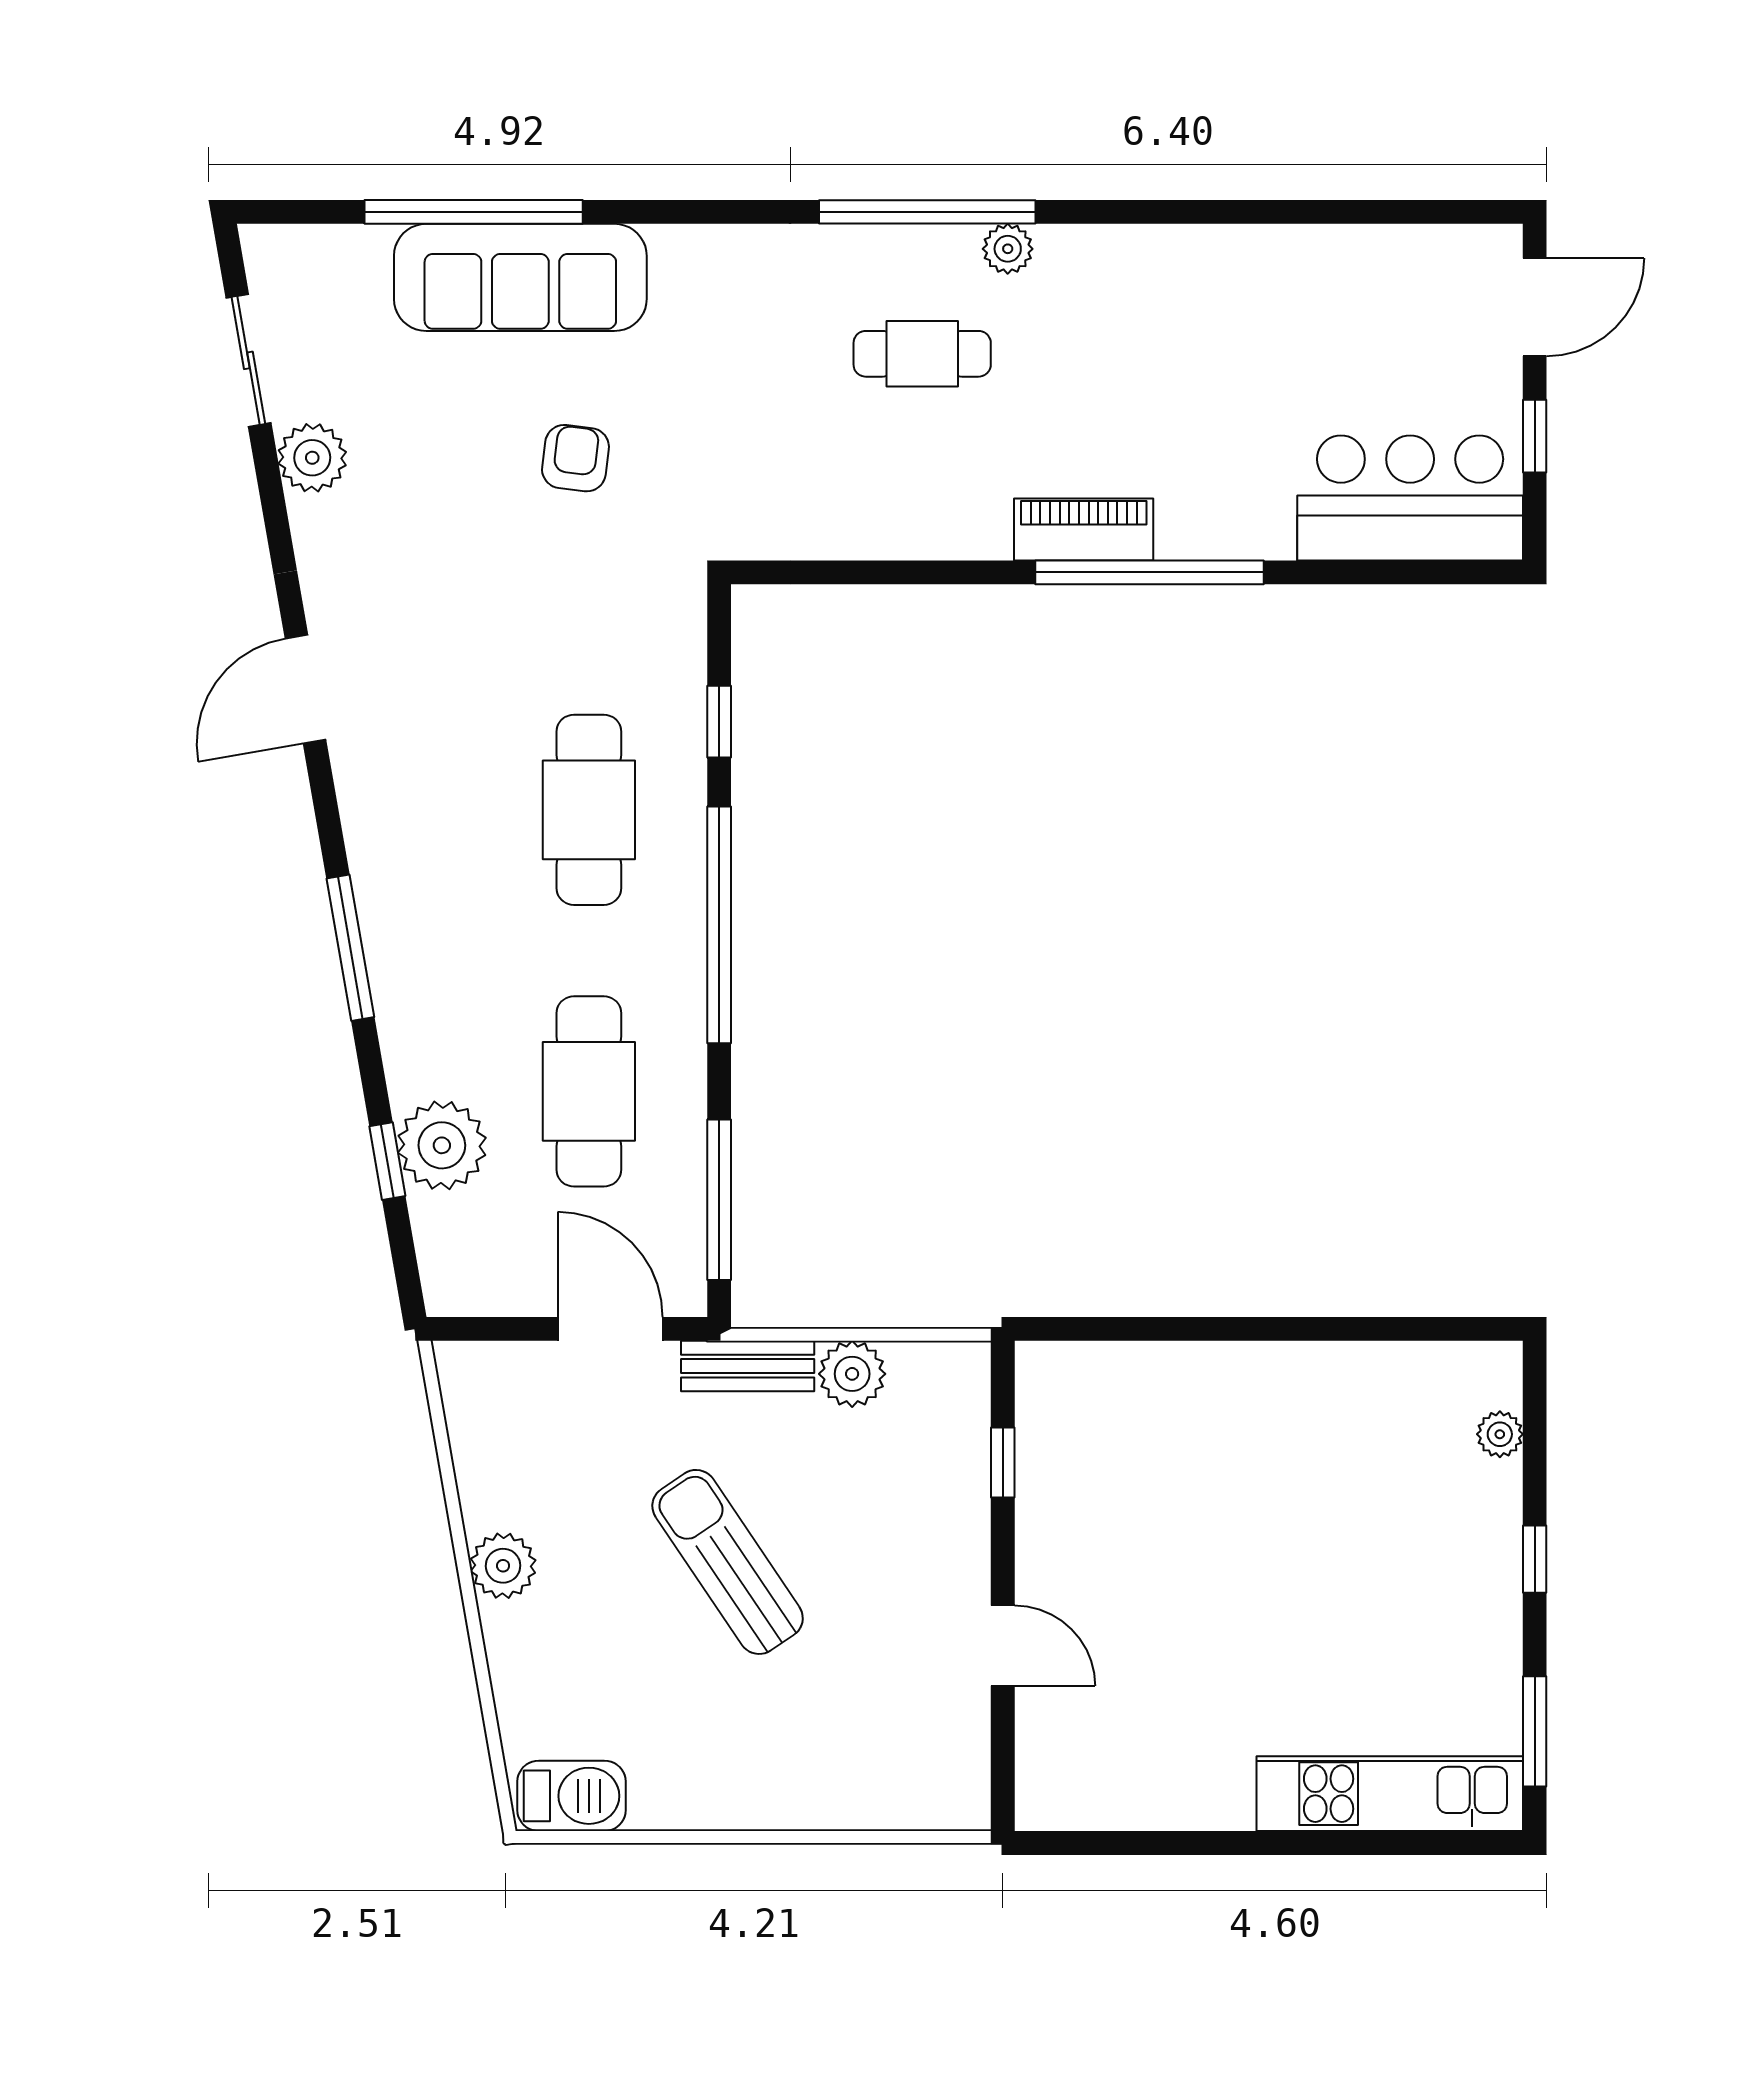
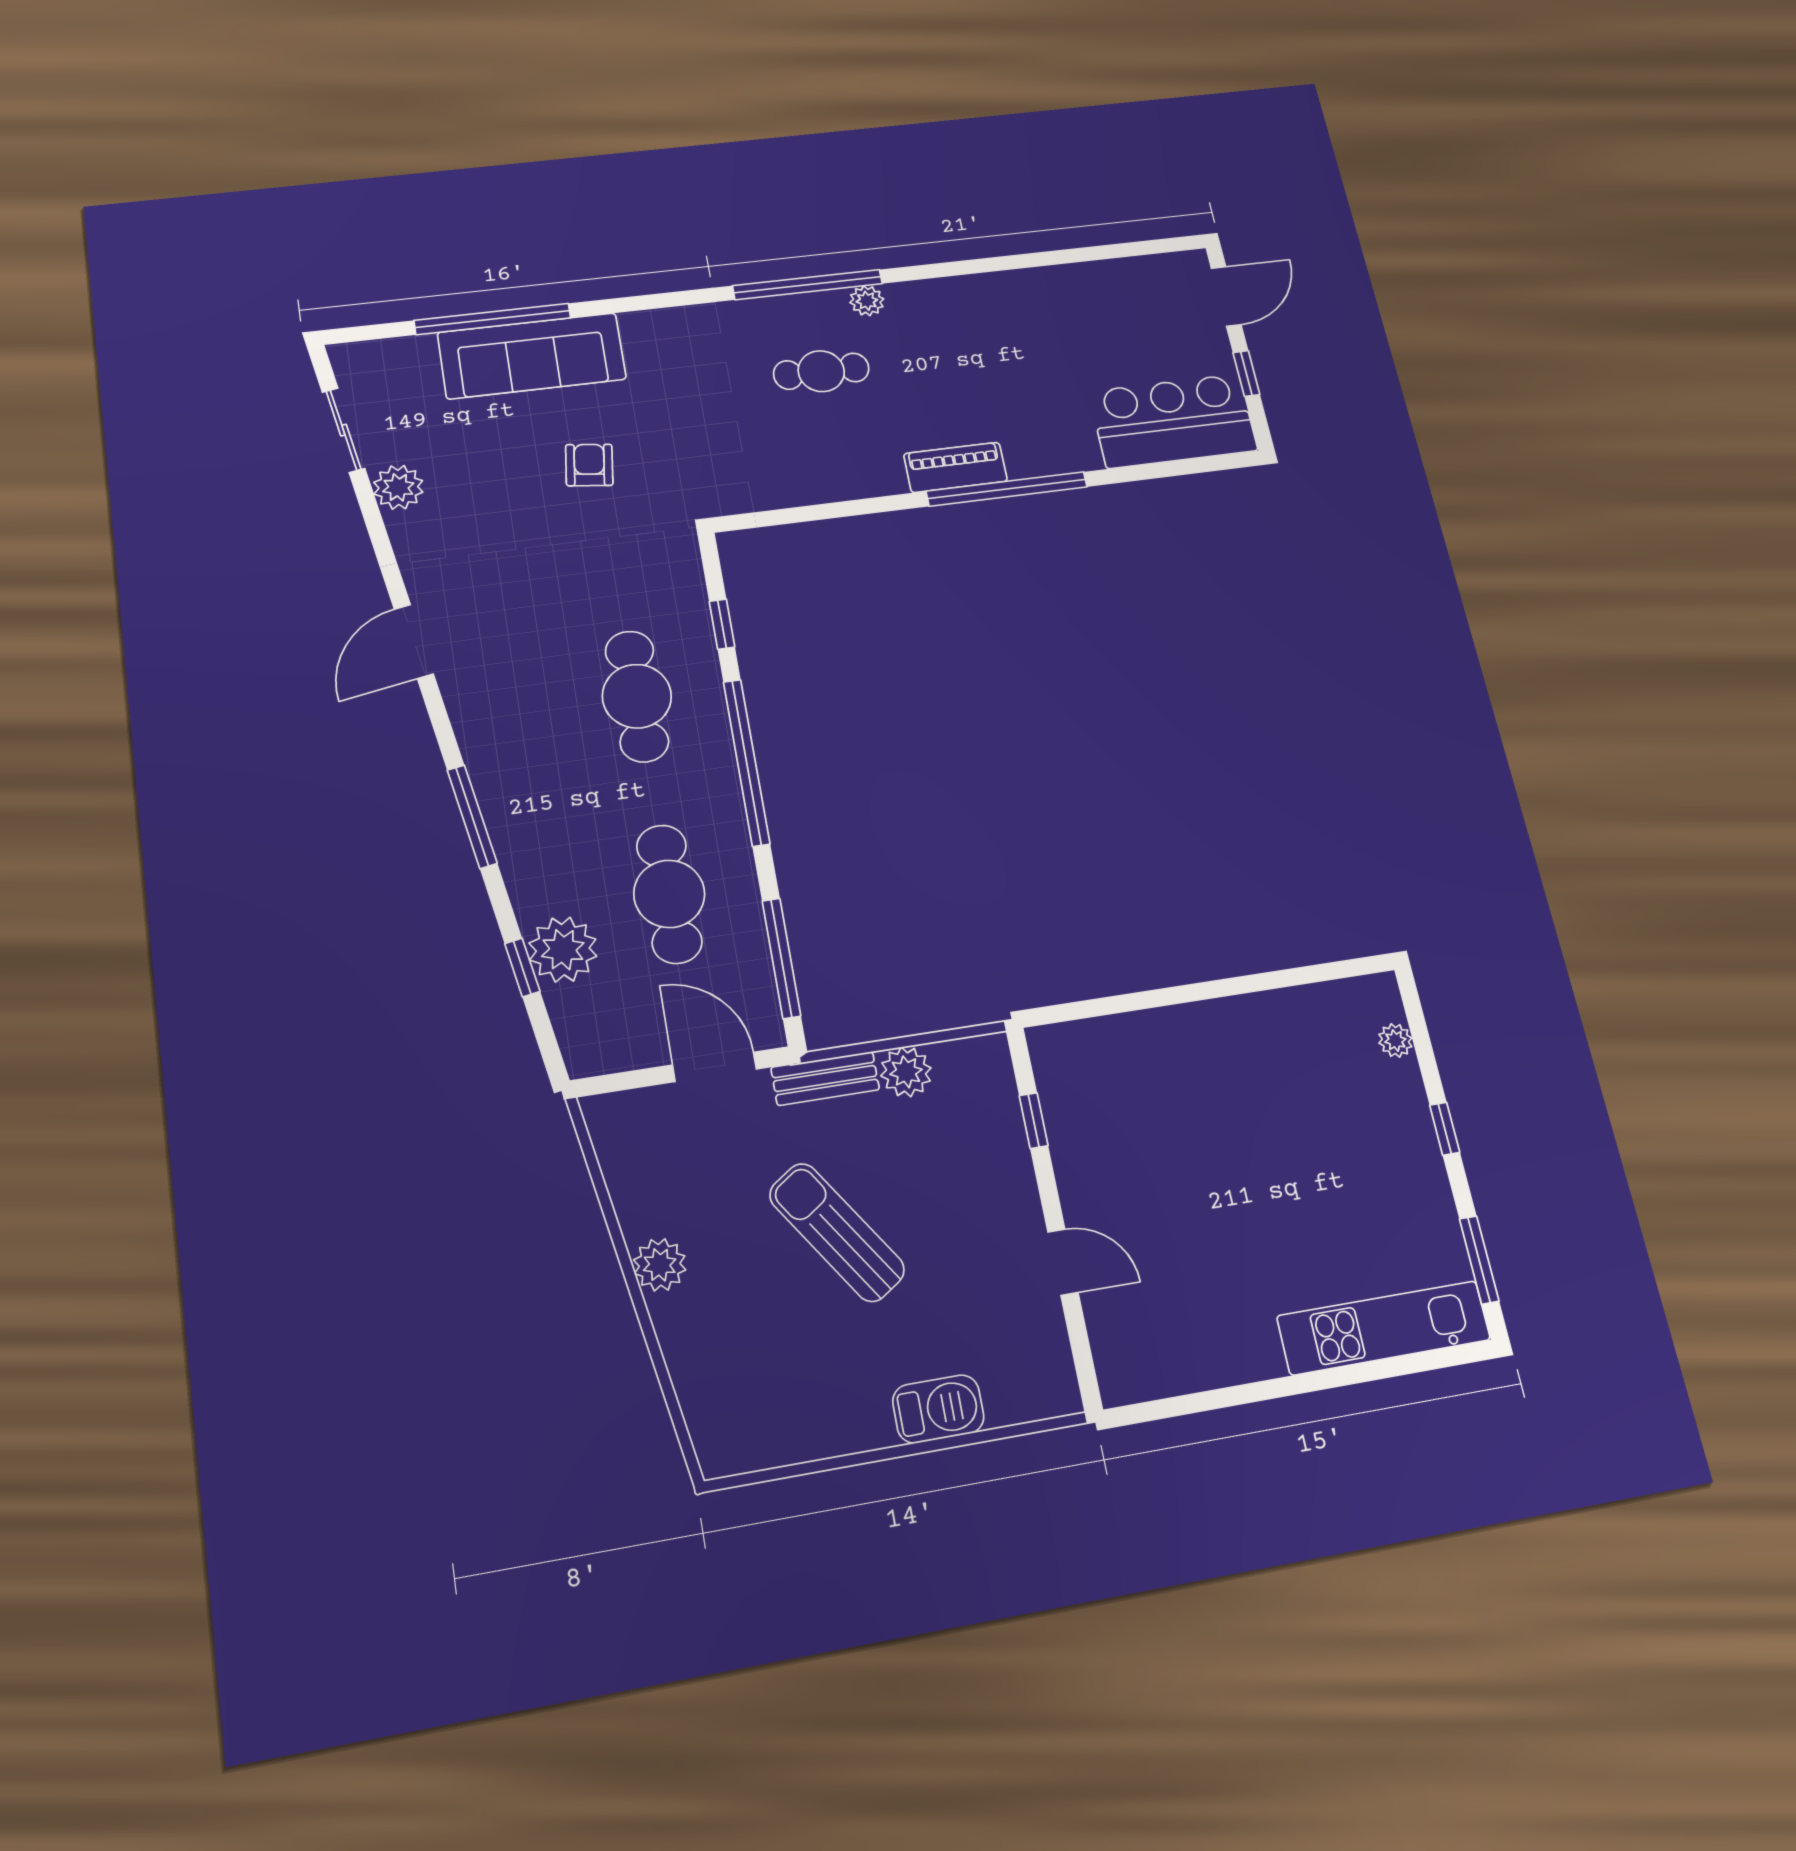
barbecue: (572, 1796) -> (938, 1409), moved

